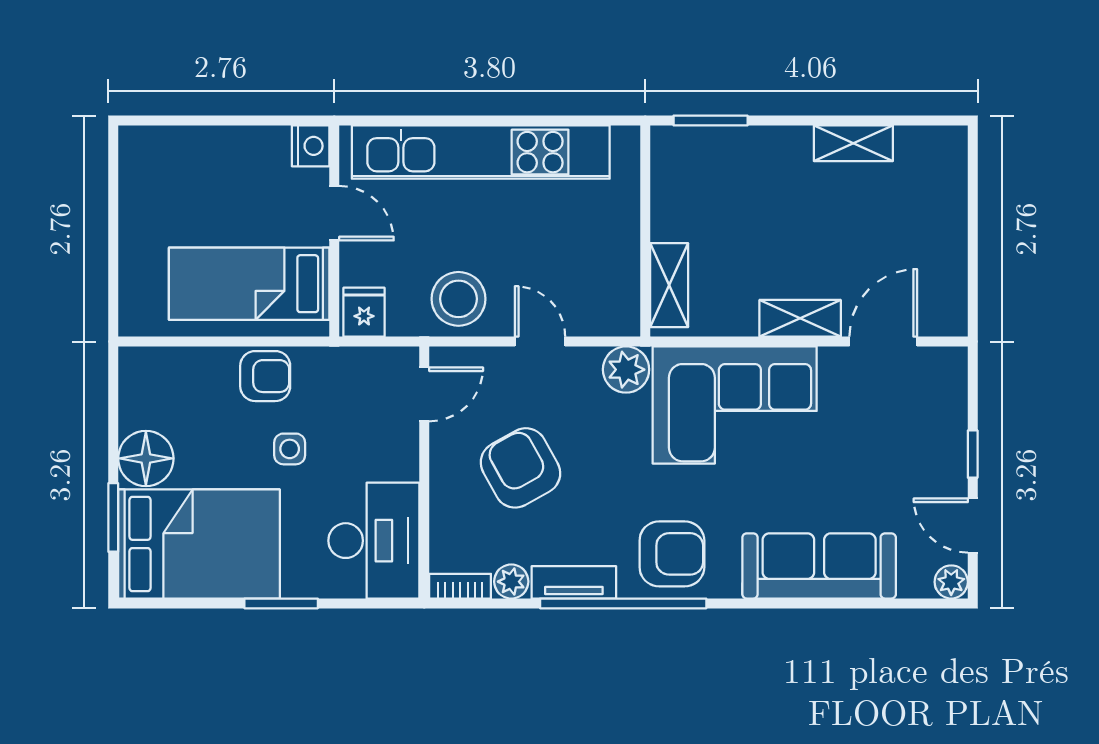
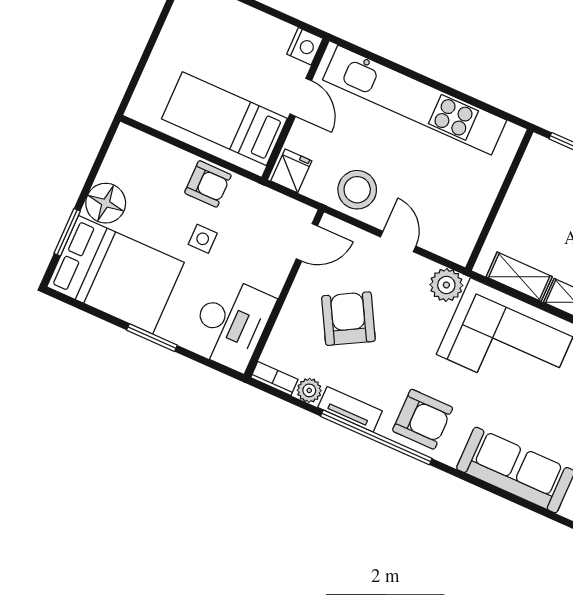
shelving: (669, 285) -> (519, 277), moved, turned 90

